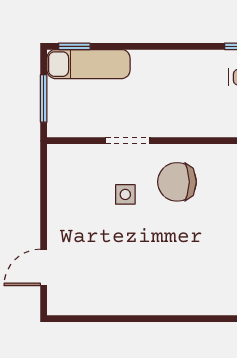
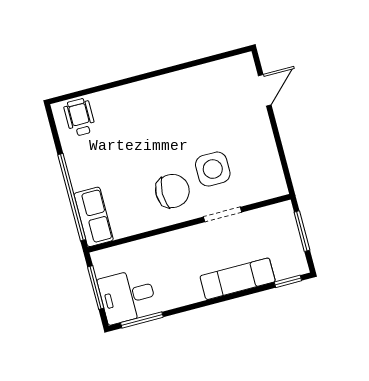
exam couch: (89, 64) -> (238, 279), moved
side table: (125, 194) -> (213, 169), width x1.87, depth x1.87

